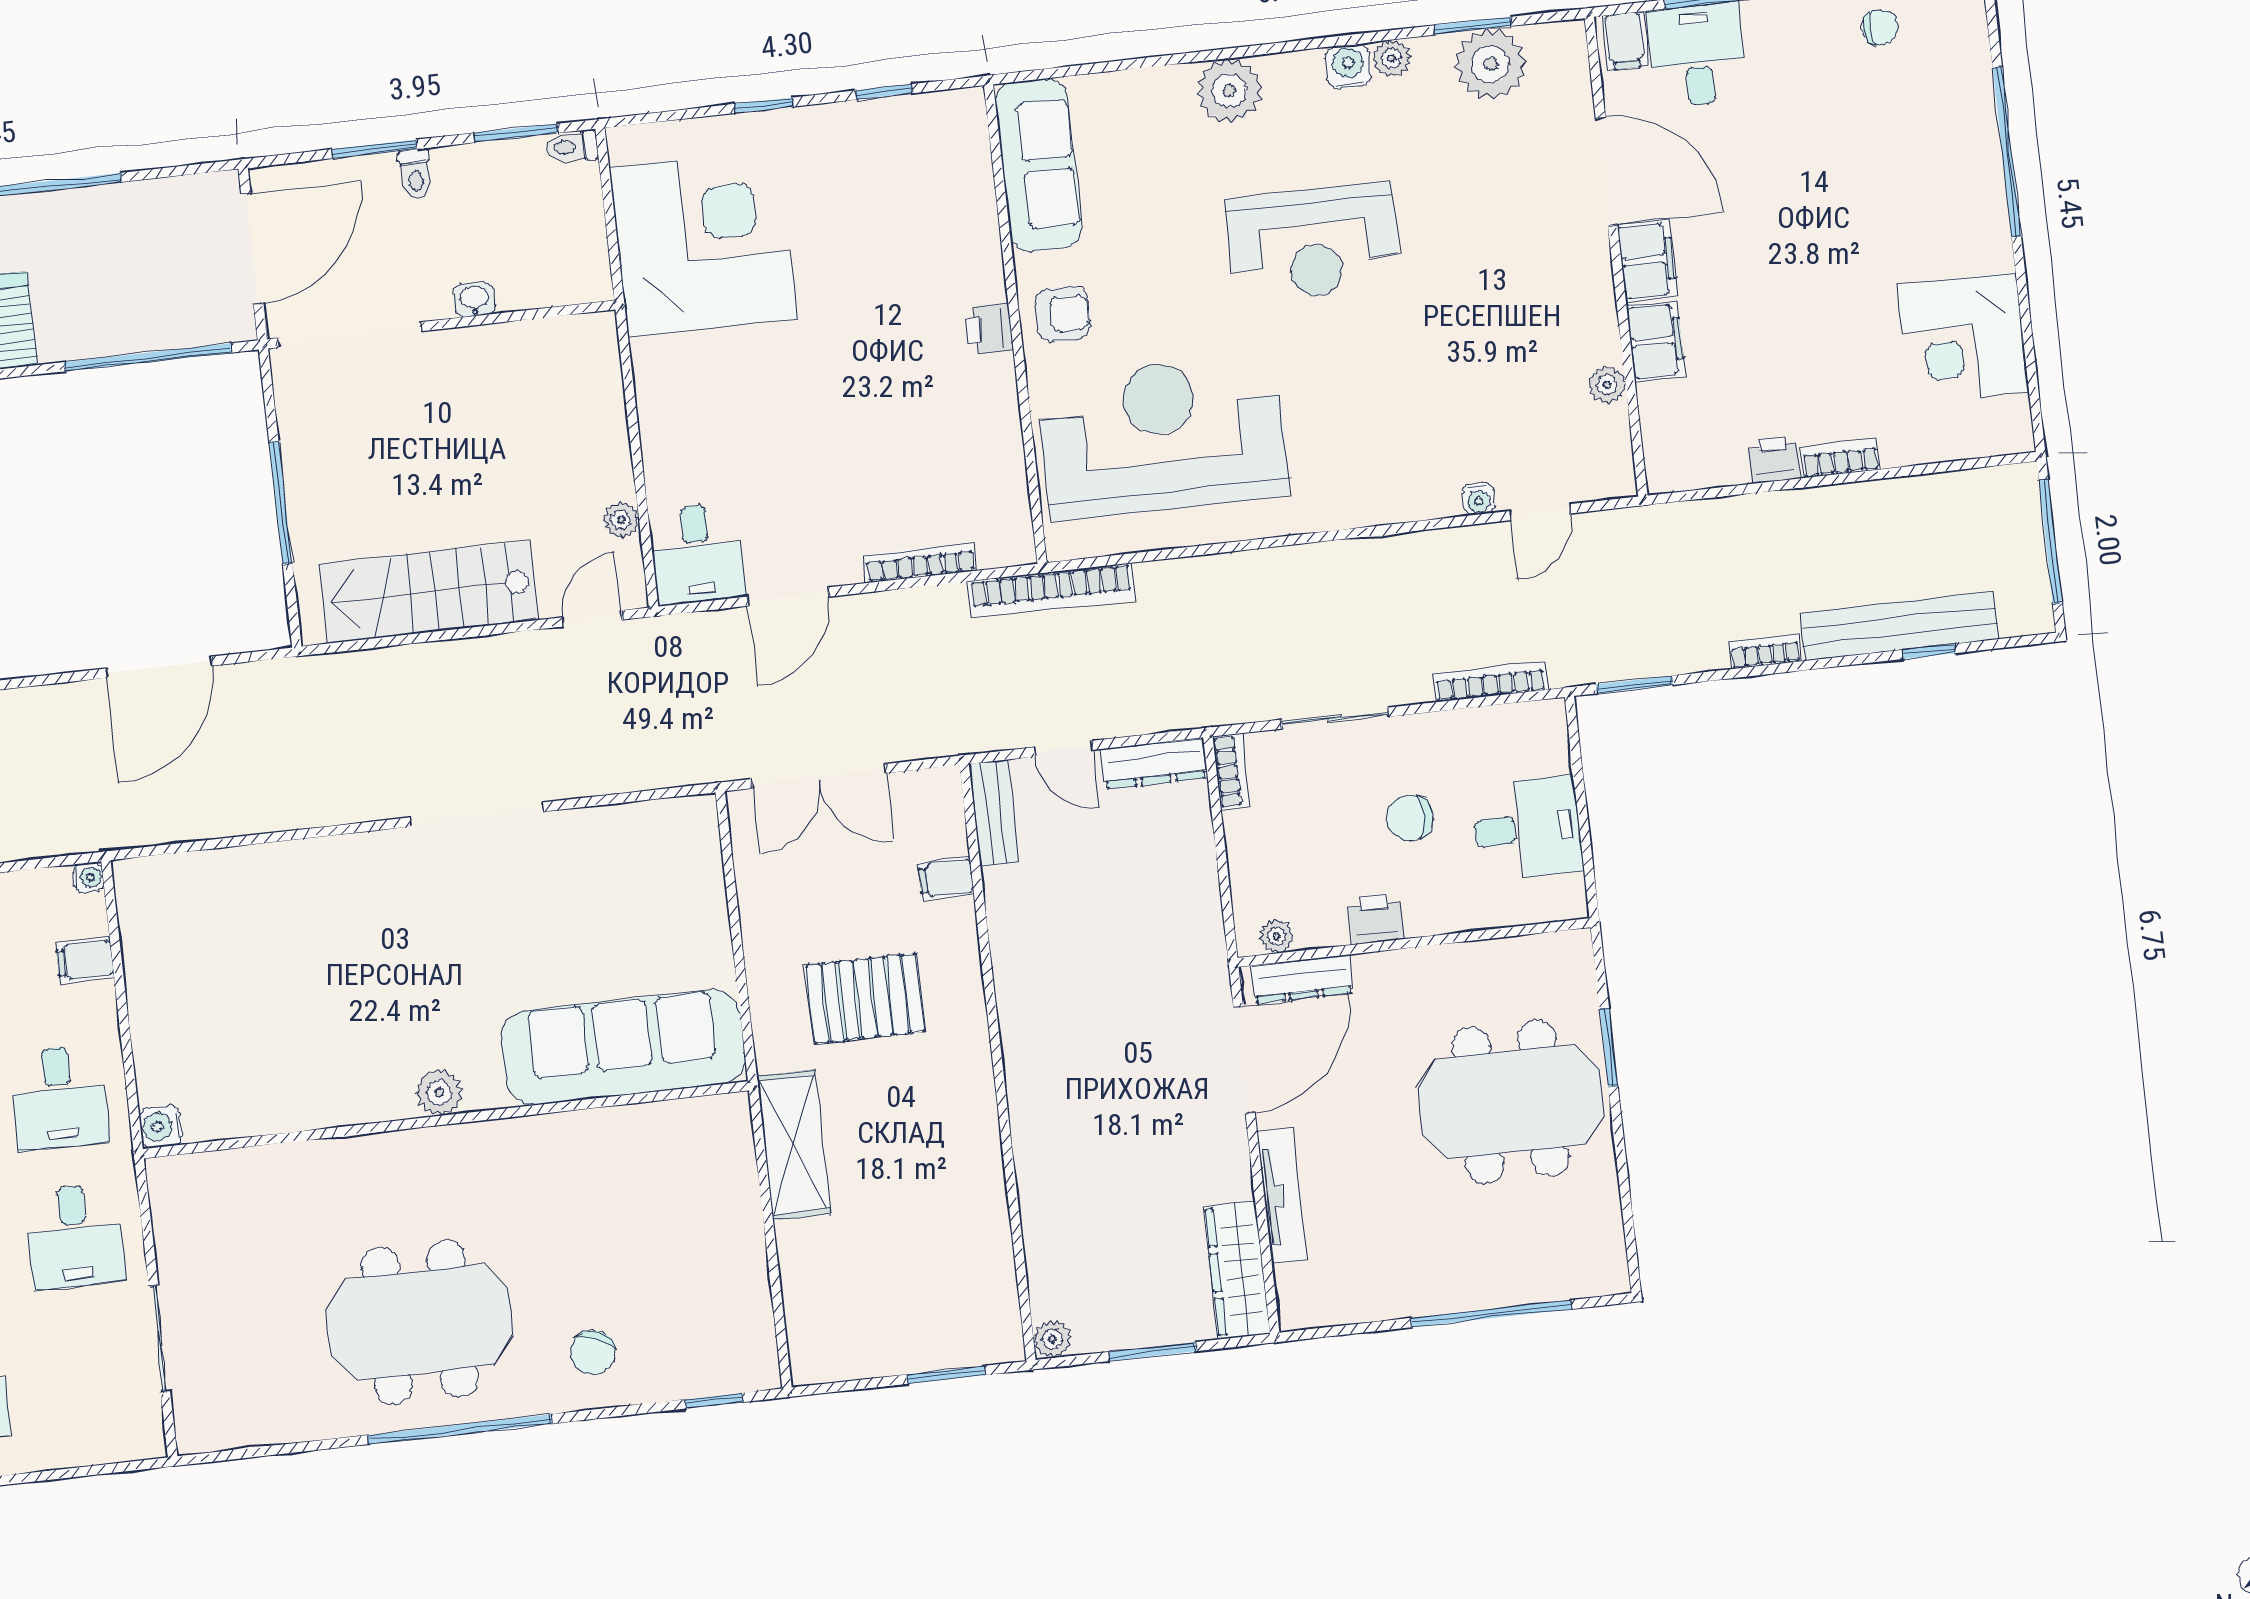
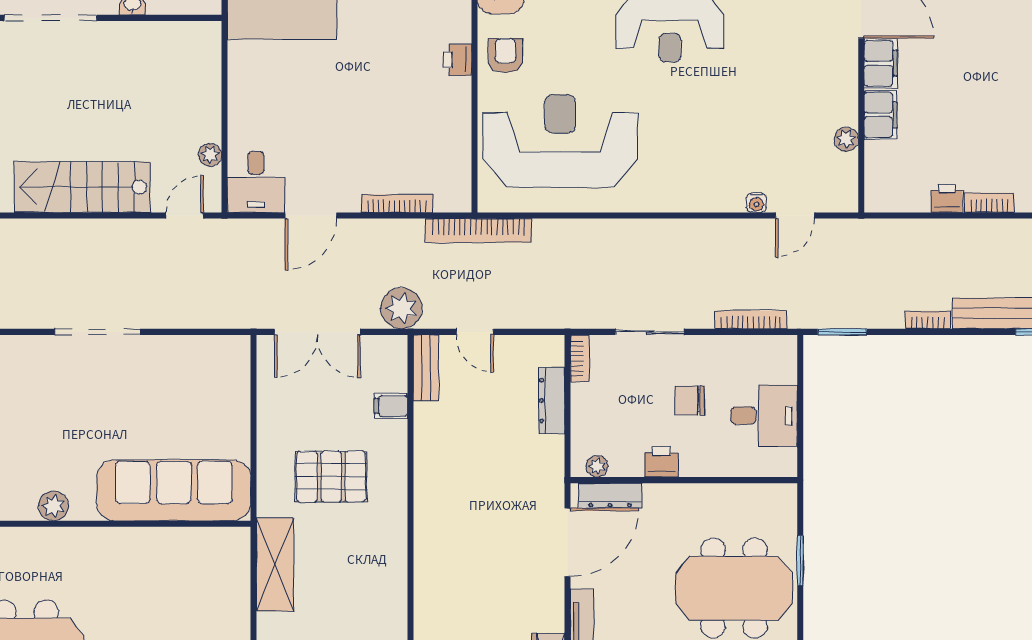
armchair: (1063, 314) -> (505, 56), turned -90
plant: (945, 725) -> (401, 308), added
dresser: (1154, 763) -> (552, 401), moved, turned 90

